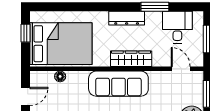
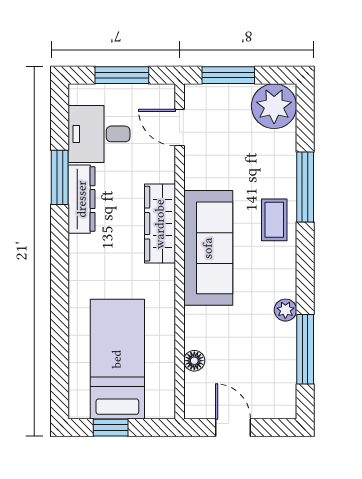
dresser: (127, 18) -> (82, 199), moved
bed: (61, 44) -> (117, 359), width x0.67
door: (181, 69) -> (180, 128), hinge flipped

